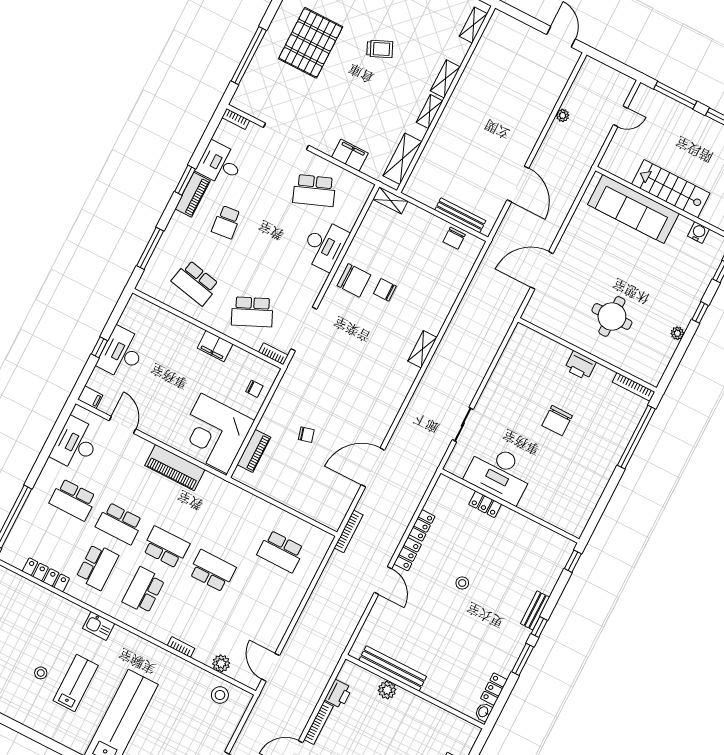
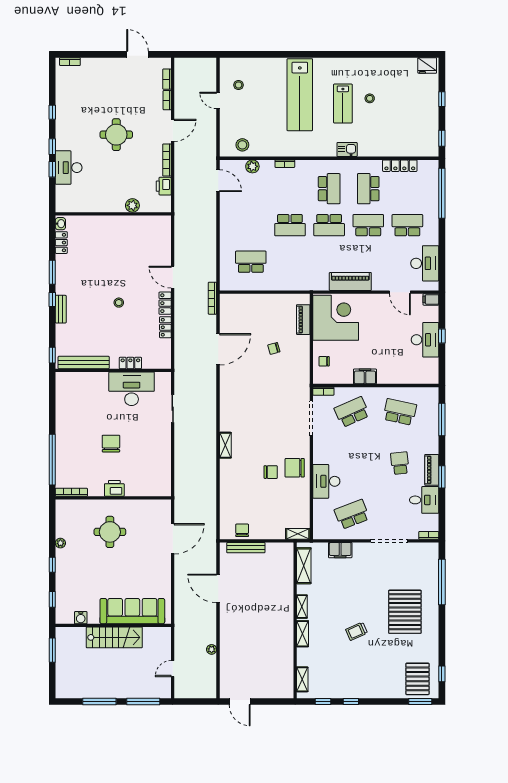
bench: (393, 669) -> (84, 363), moved

